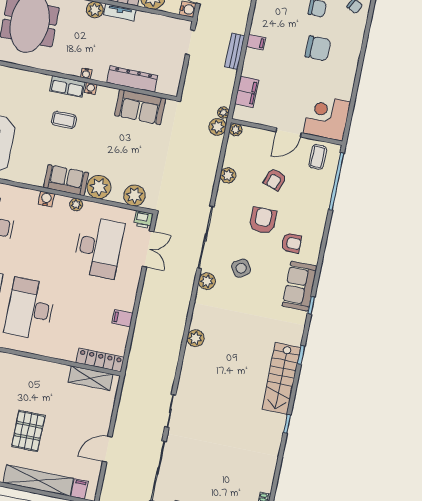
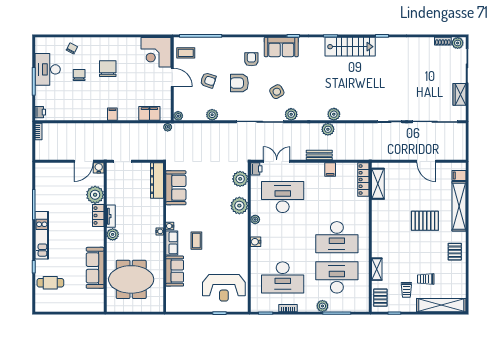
bench: (235, 51) -> (319, 155), moved
dresser: (132, 79) -> (157, 180), moved
plant: (217, 127) -> (328, 129), moved
sofa: (66, 180) -> (175, 271), moved, turned 180

